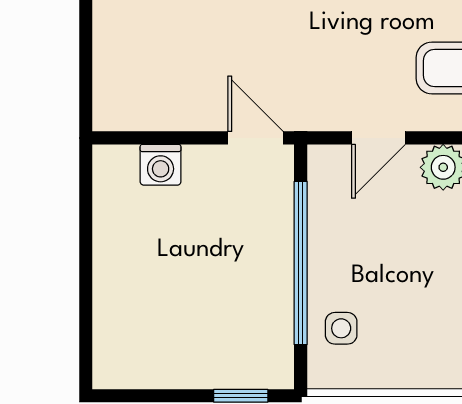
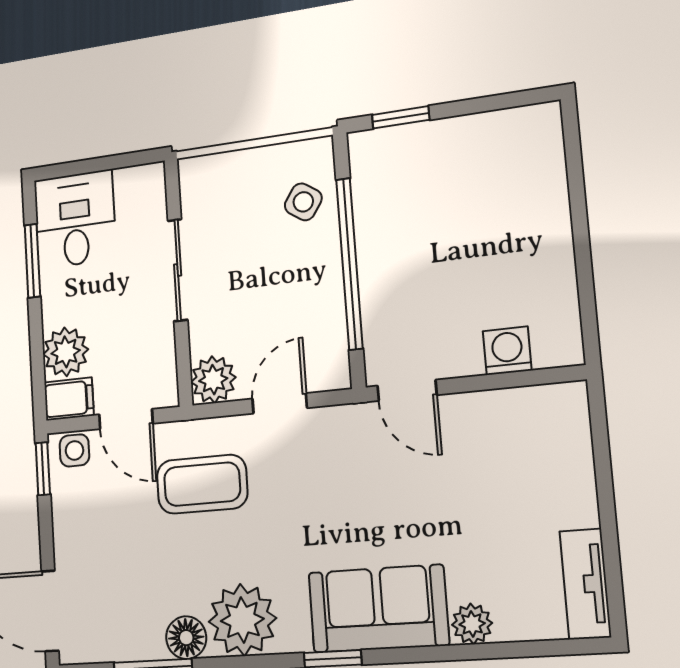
side table: (341, 328) -> (303, 202), turned 34

